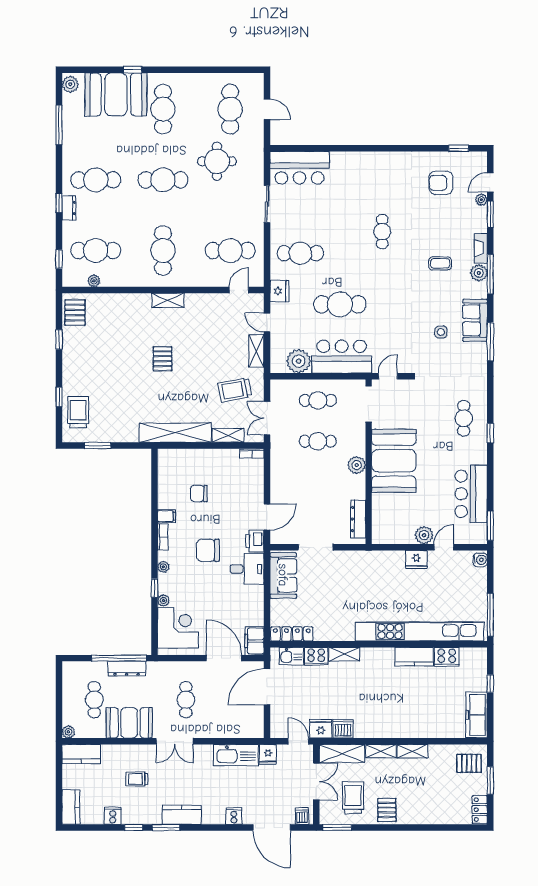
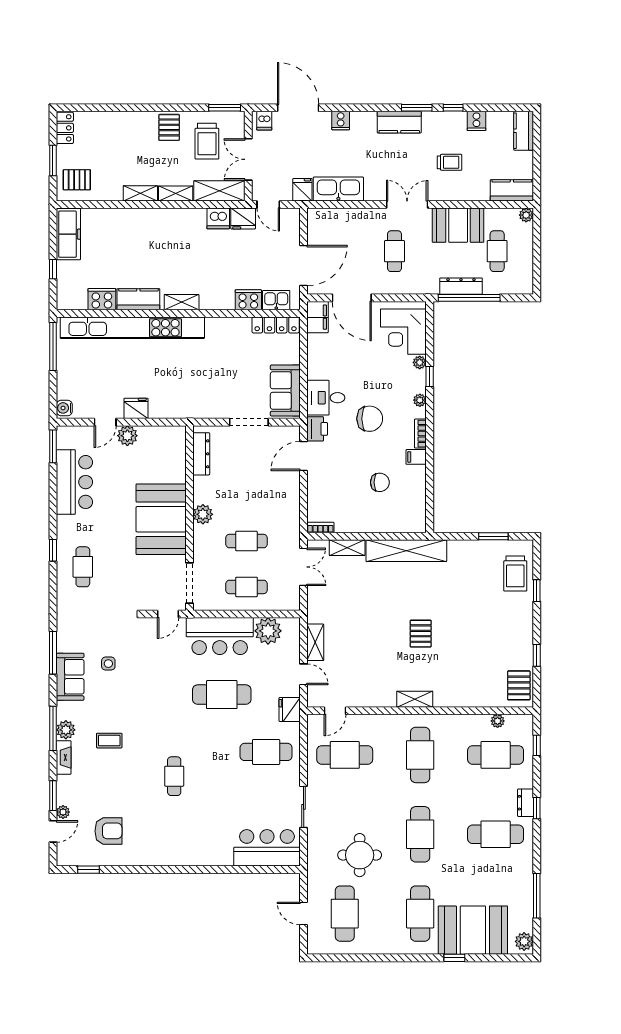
cafe table: (163, 180) -> (420, 834), turned 90
trolley: (235, 390) -> (340, 599), removed
shelving: (344, 654) -> (182, 302), moved

